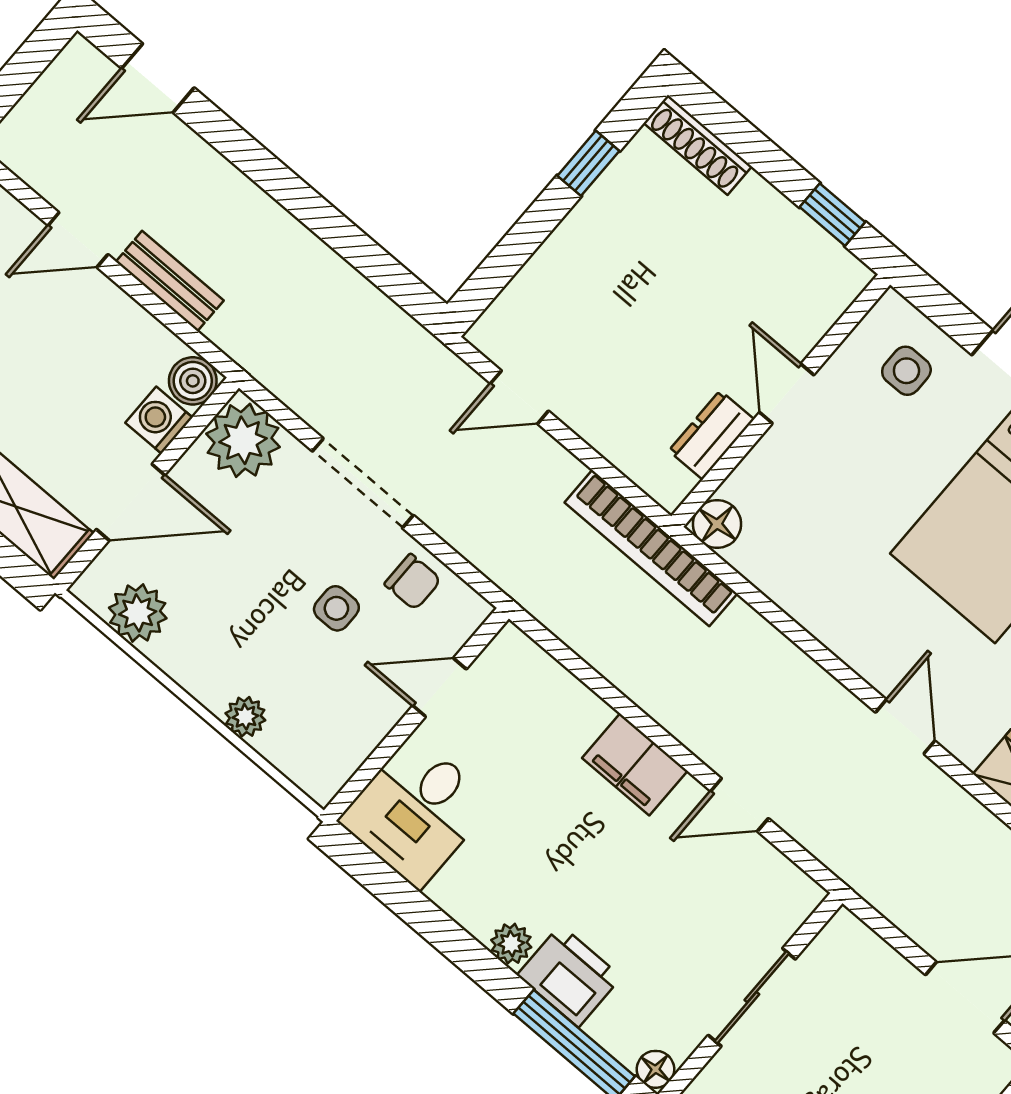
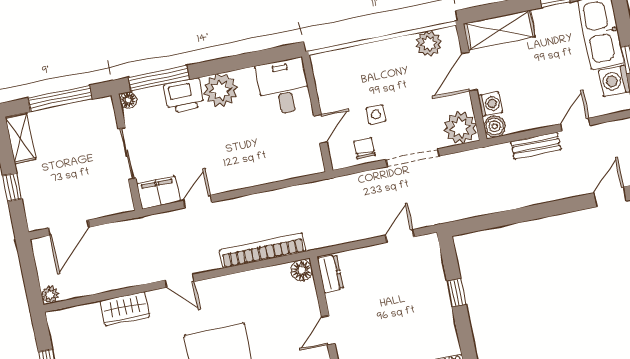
window: (588, 163) -> (456, 293), moved
door: (787, 394) -> (328, 330), swing flipped
dresser: (711, 435) -> (330, 274), moved
bookcase: (651, 548) -> (263, 251), moved
chair: (413, 582) -> (365, 148), turned 90
plant: (245, 717) -> (363, 53), removed
filing cabinet: (635, 764) -> (158, 193), moved
plant: (511, 944) -> (221, 90), width x1.88, depth x1.88

